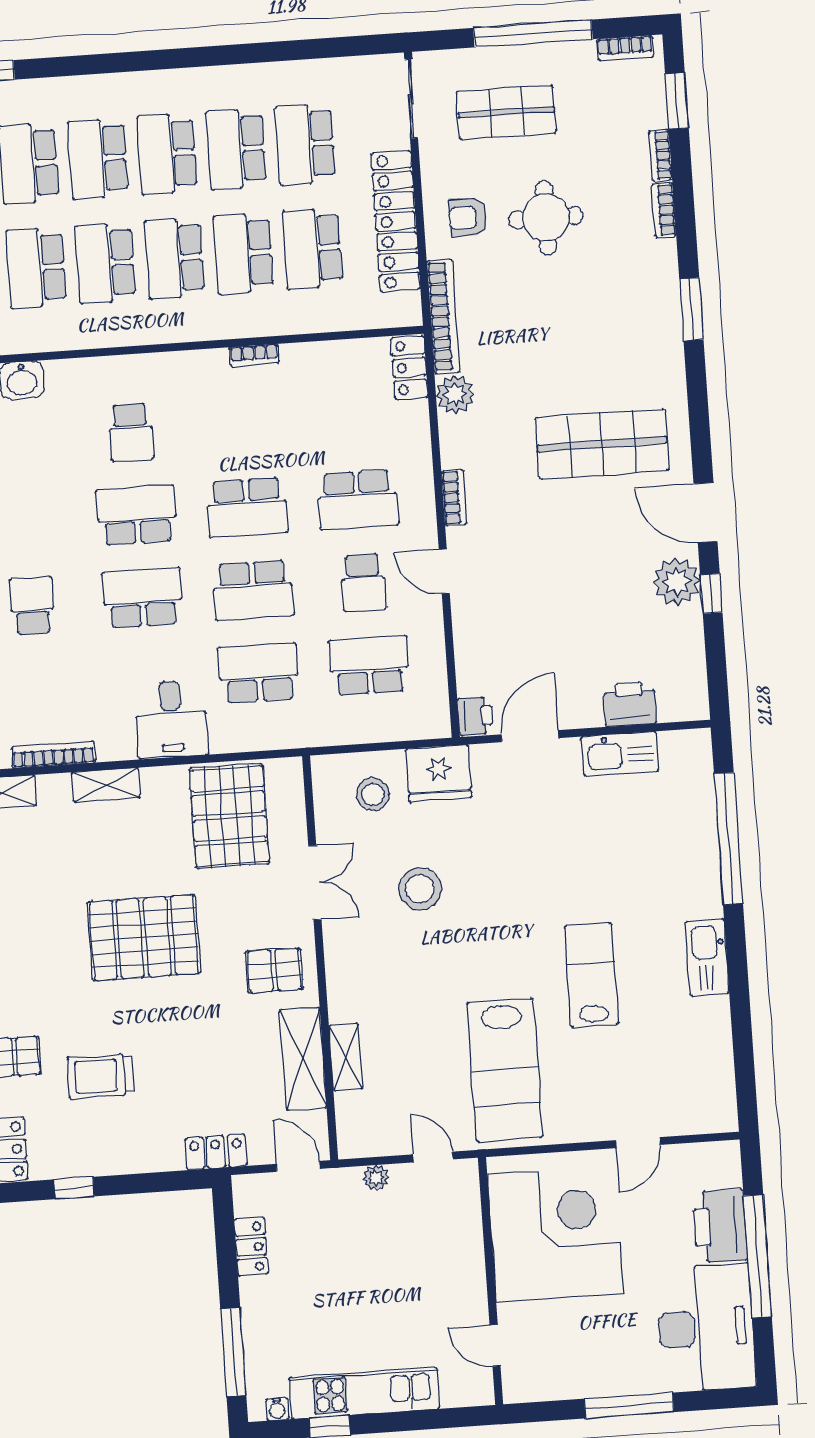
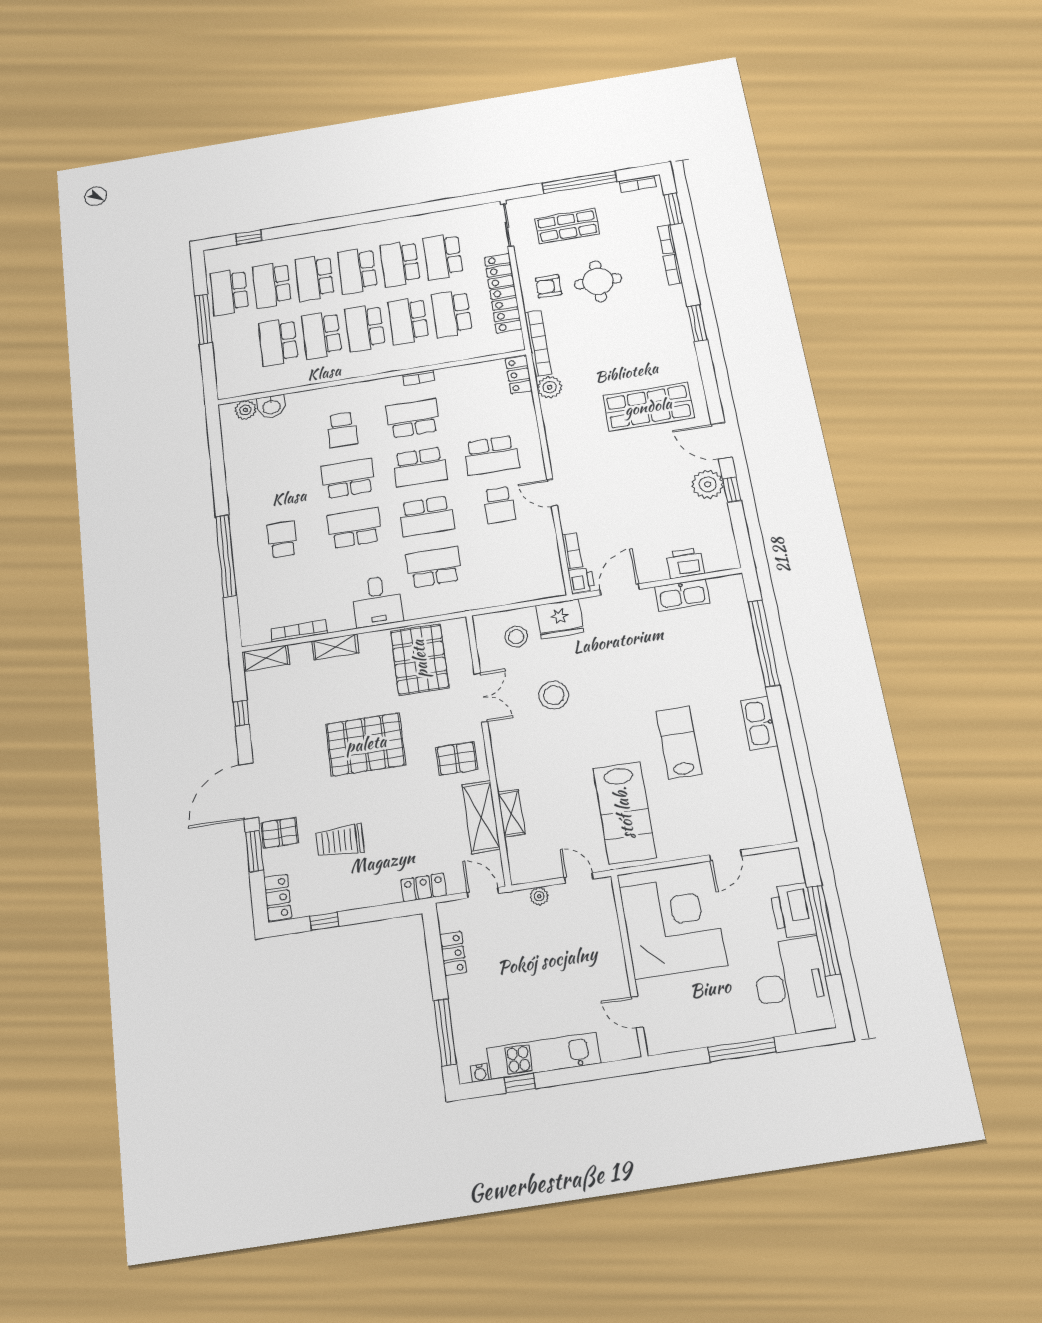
bookcase: (454, 498) -> (572, 551), moved
school desk: (369, 665) -> (413, 418), moved

